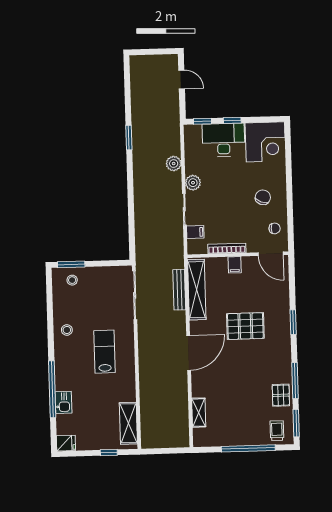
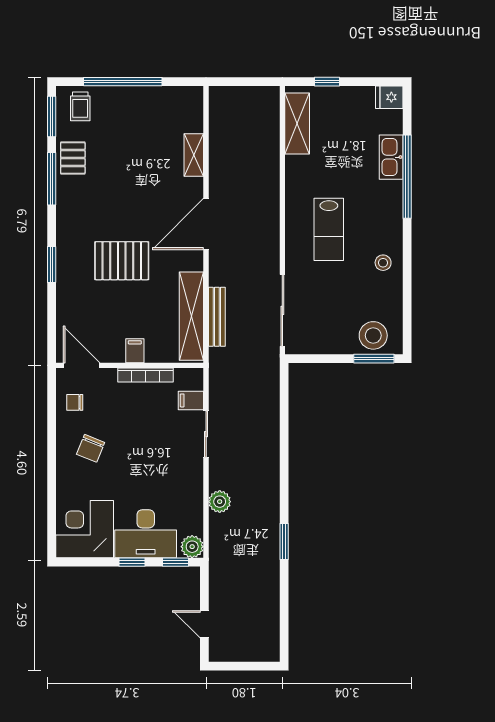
plant: (193, 183) -> (192, 547), moved
stool: (72, 280) -> (373, 335), width x1.89, depth x1.89
kitchen sink: (63, 402) -> (391, 157), width x1.38
shelving: (199, 413) -> (194, 155), moved

